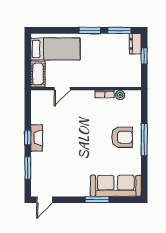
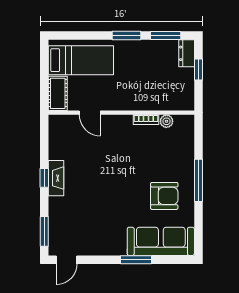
door: (62, 89) -> (90, 113), hinge flipped
armchair: (122, 137) -> (164, 196), moved
window: (28, 168) -> (44, 231), moved

